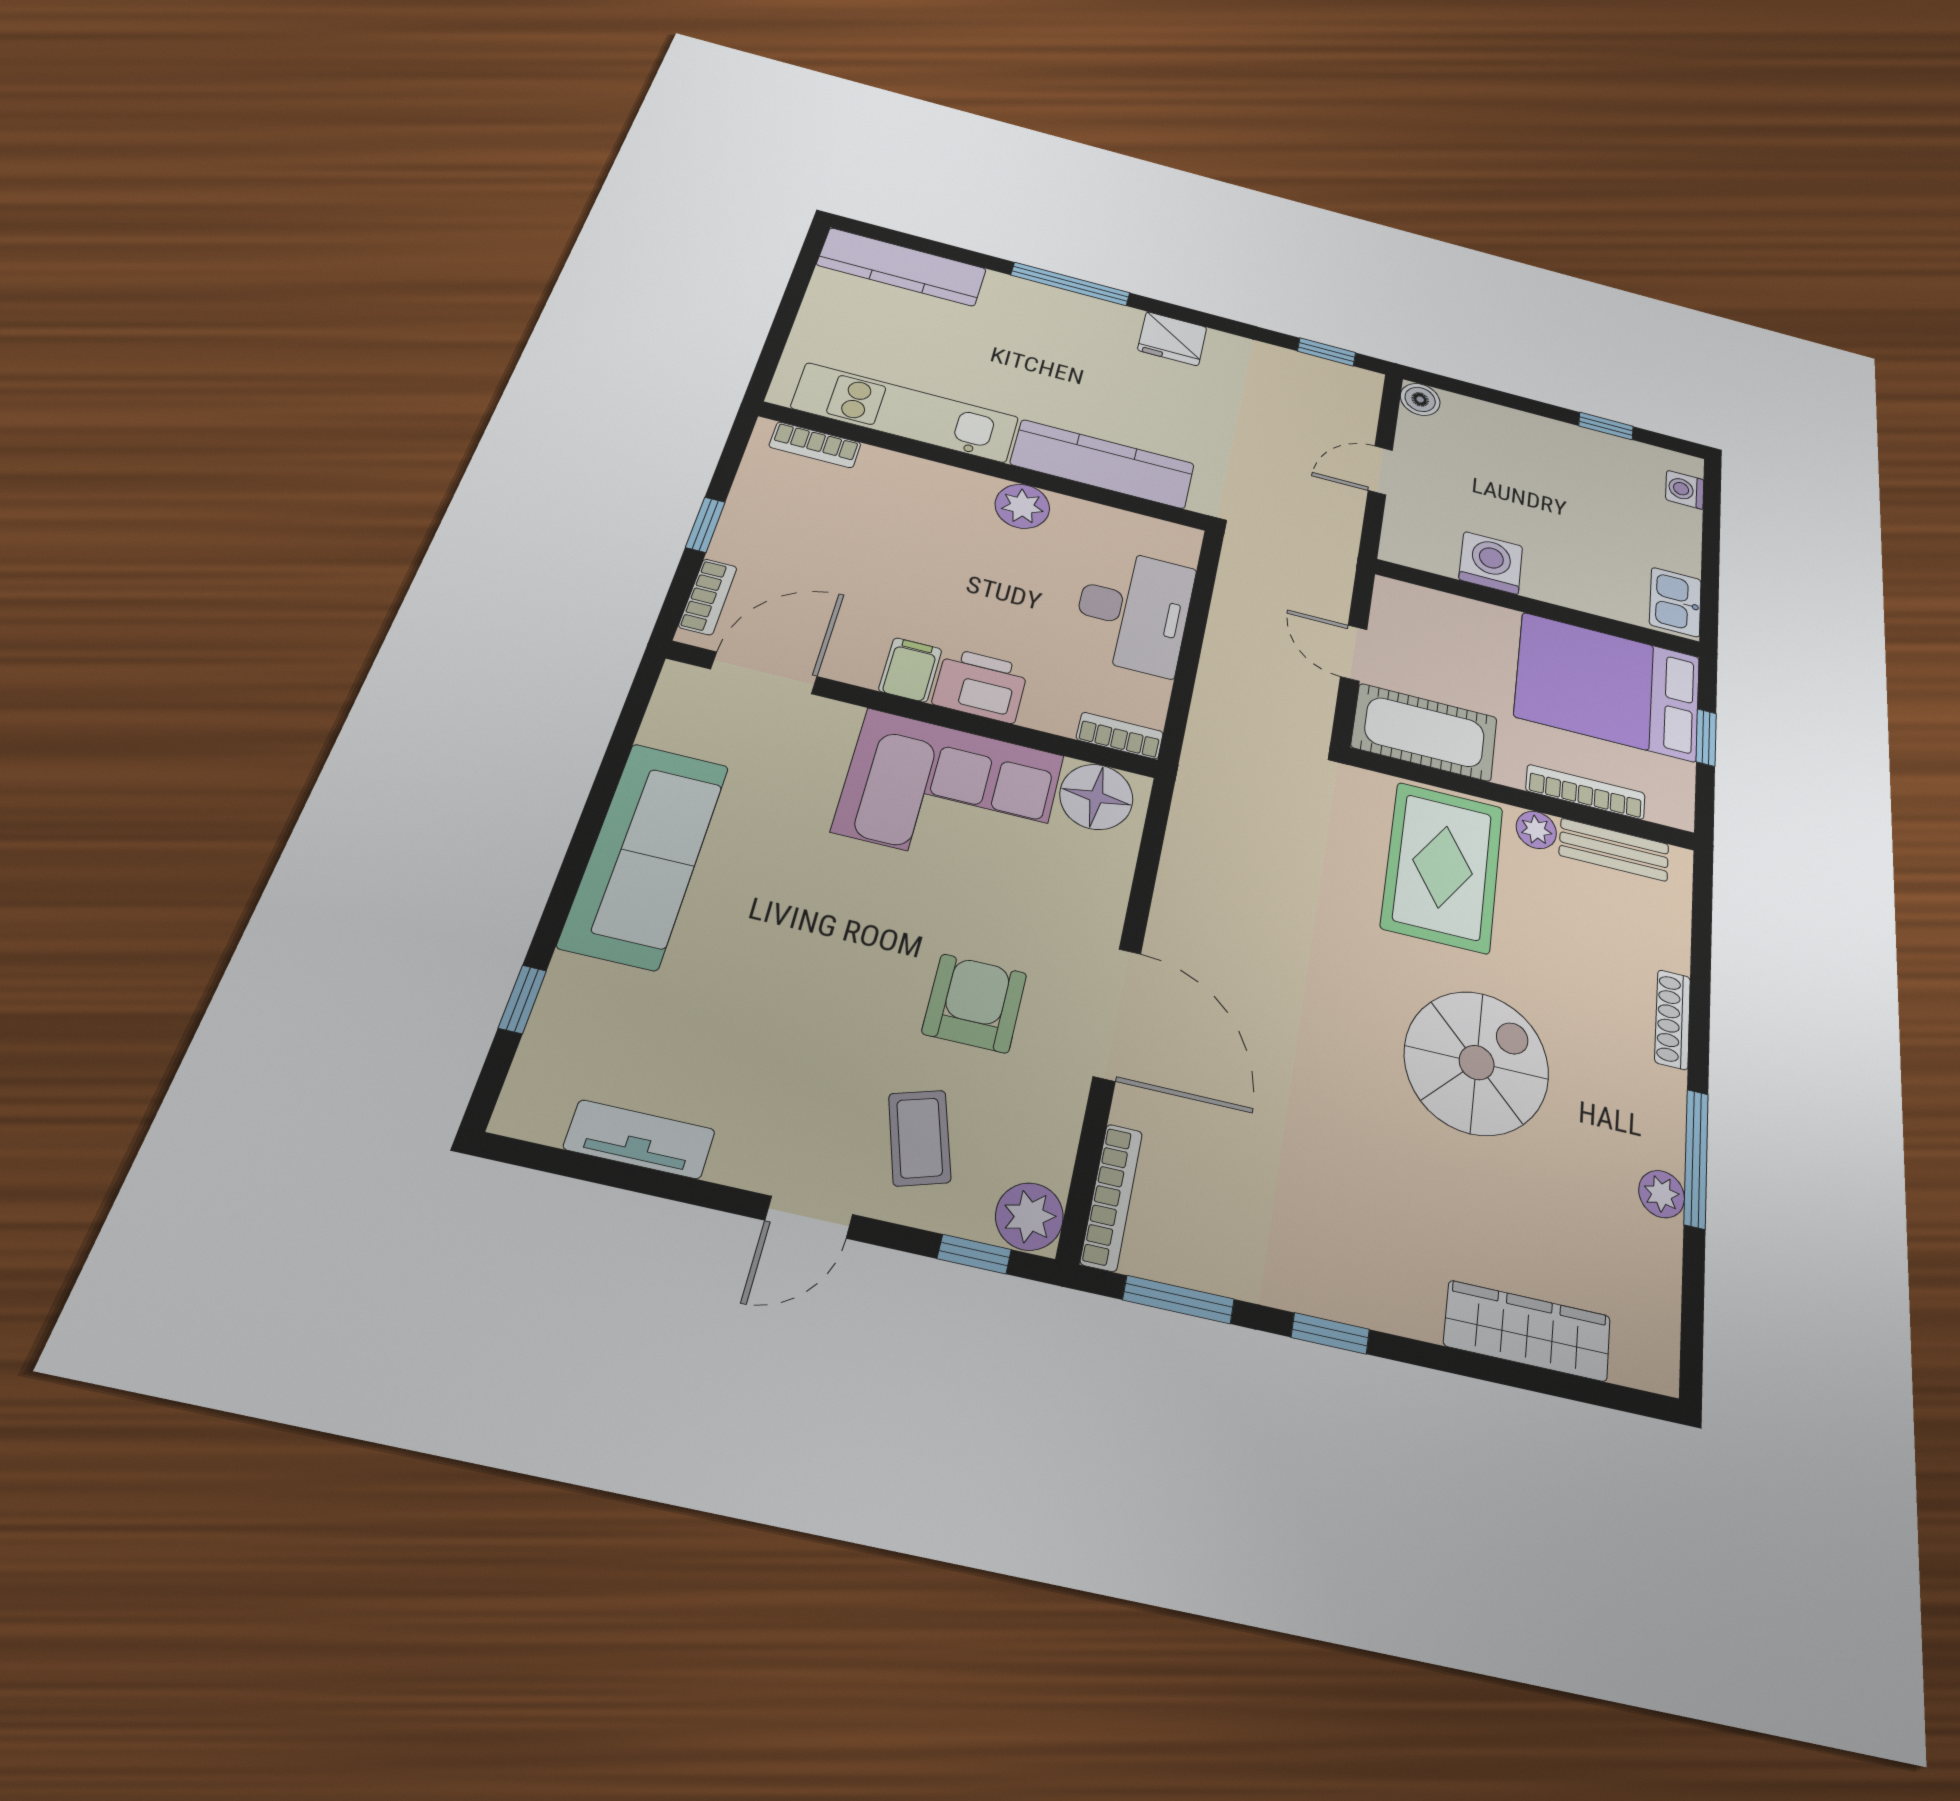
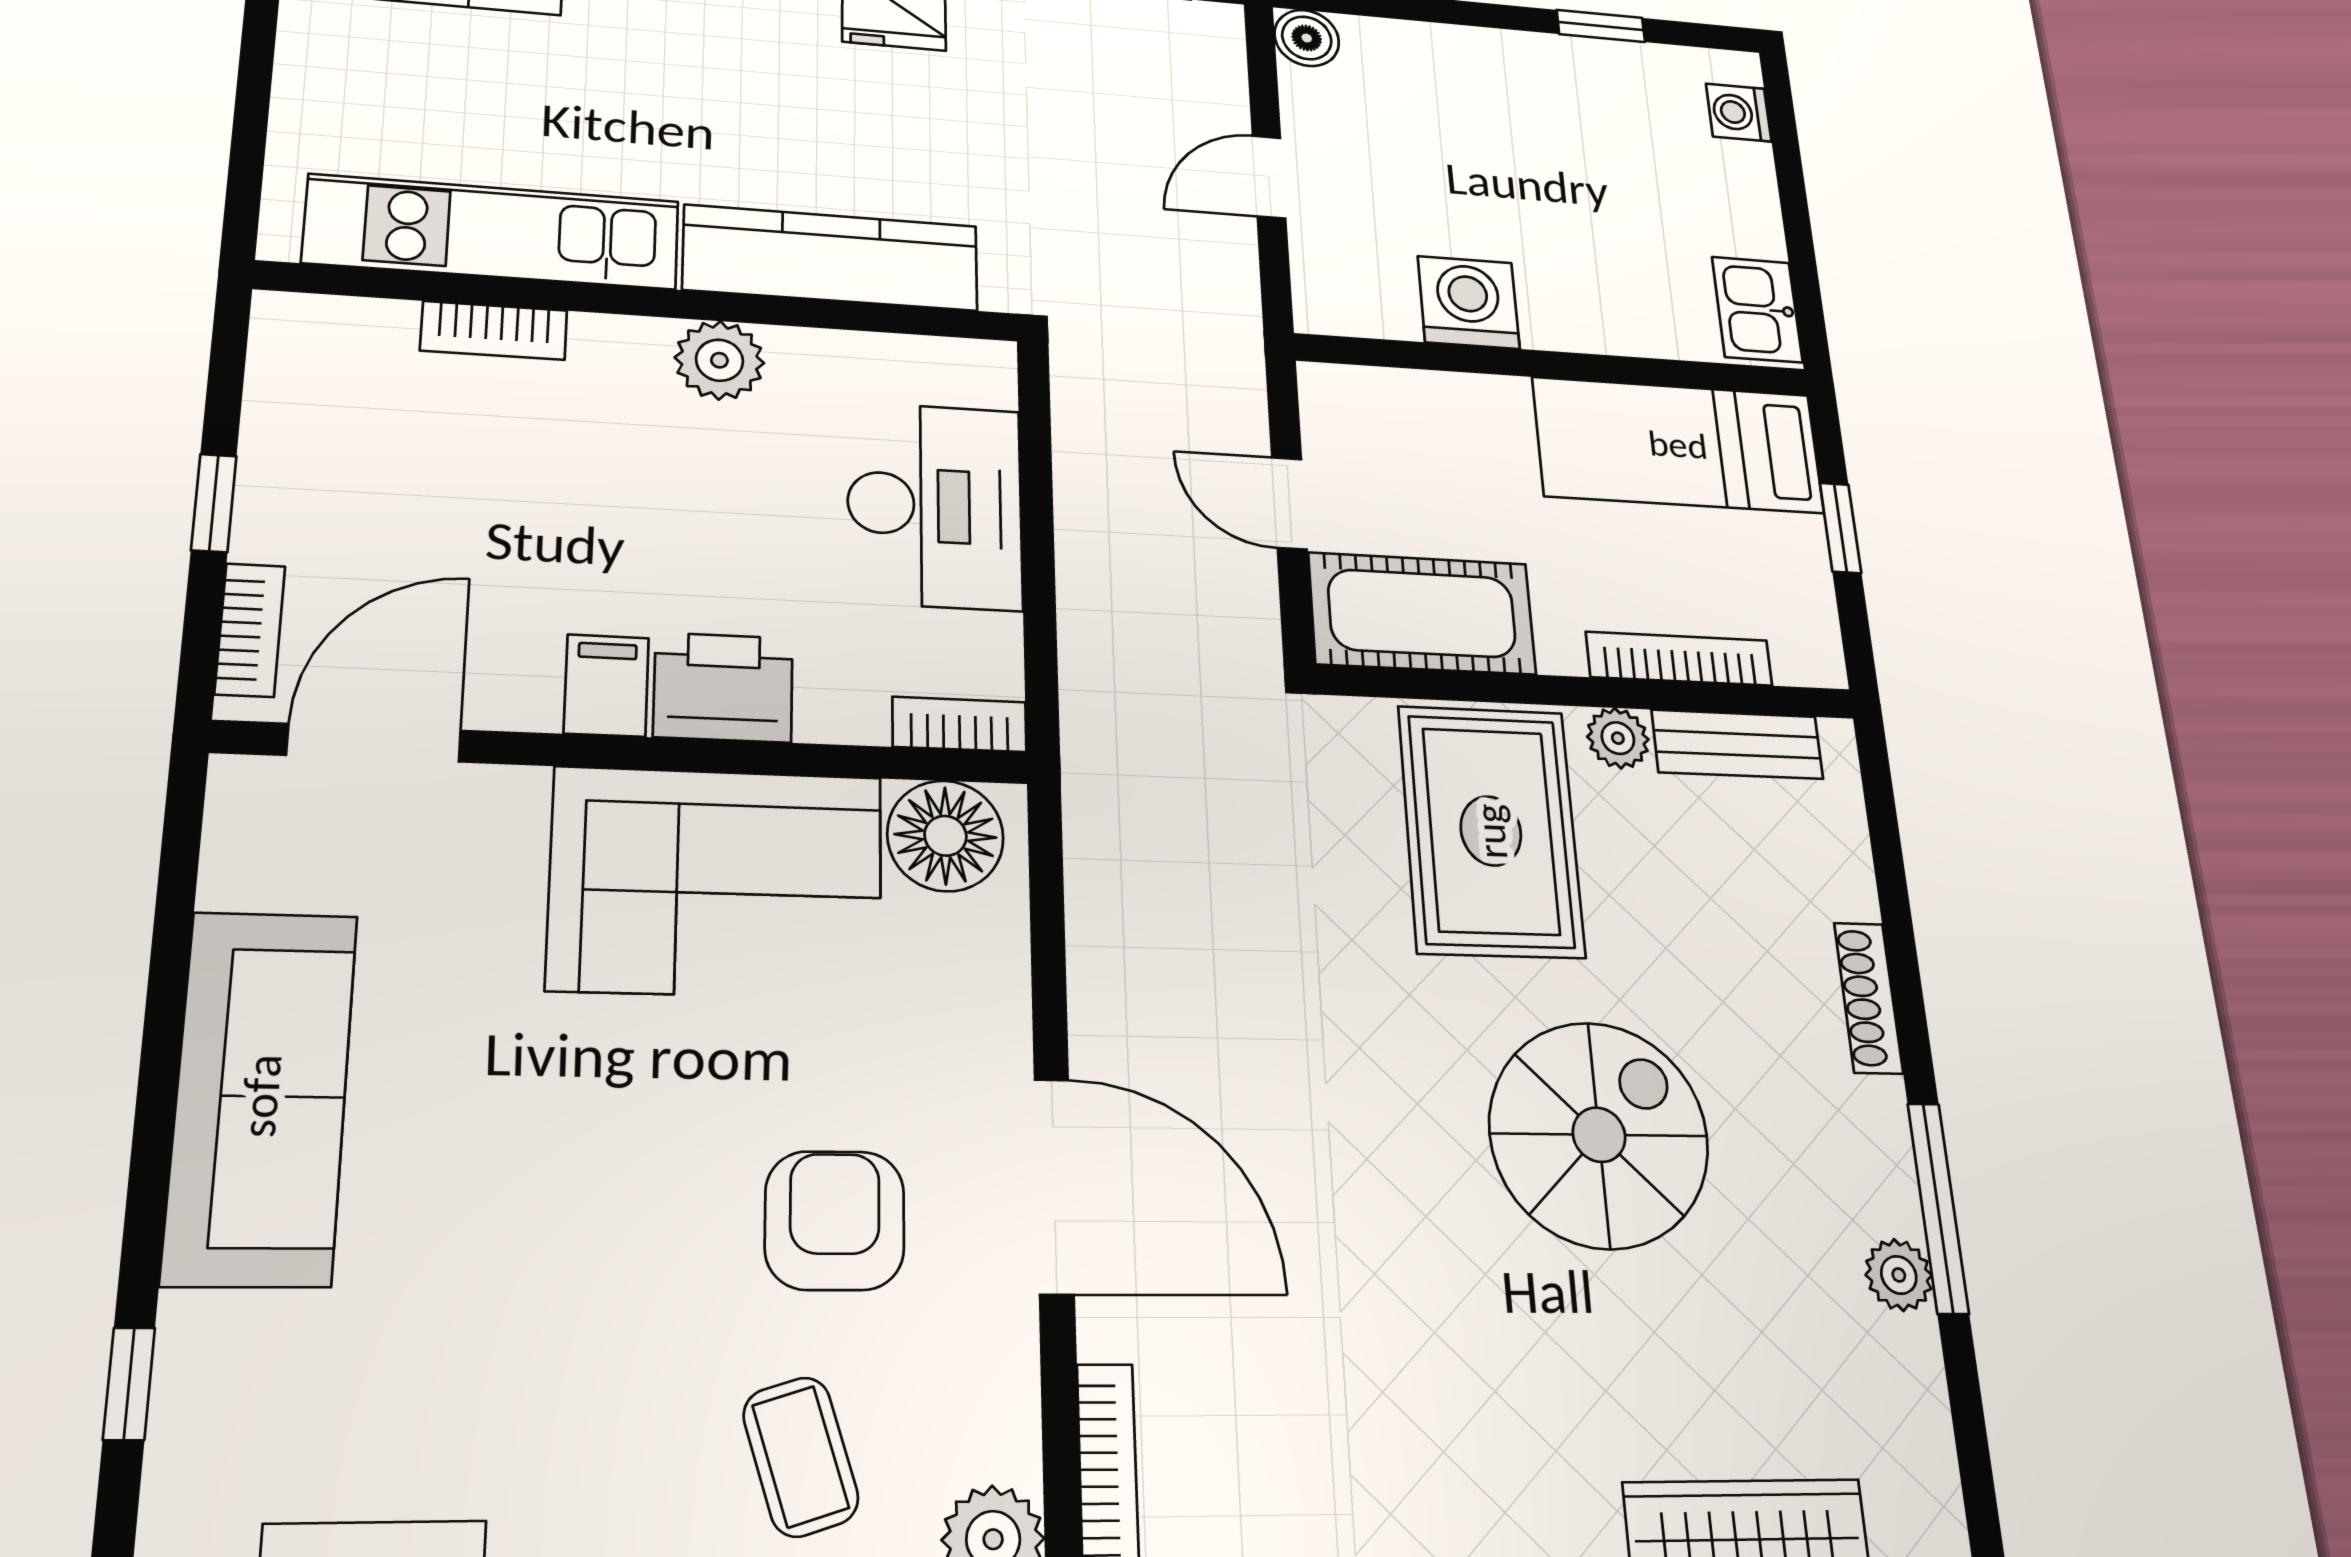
bookcase: (815, 445) -> (494, 330), moved
bed: (1608, 686) -> (1678, 445), width x0.67

